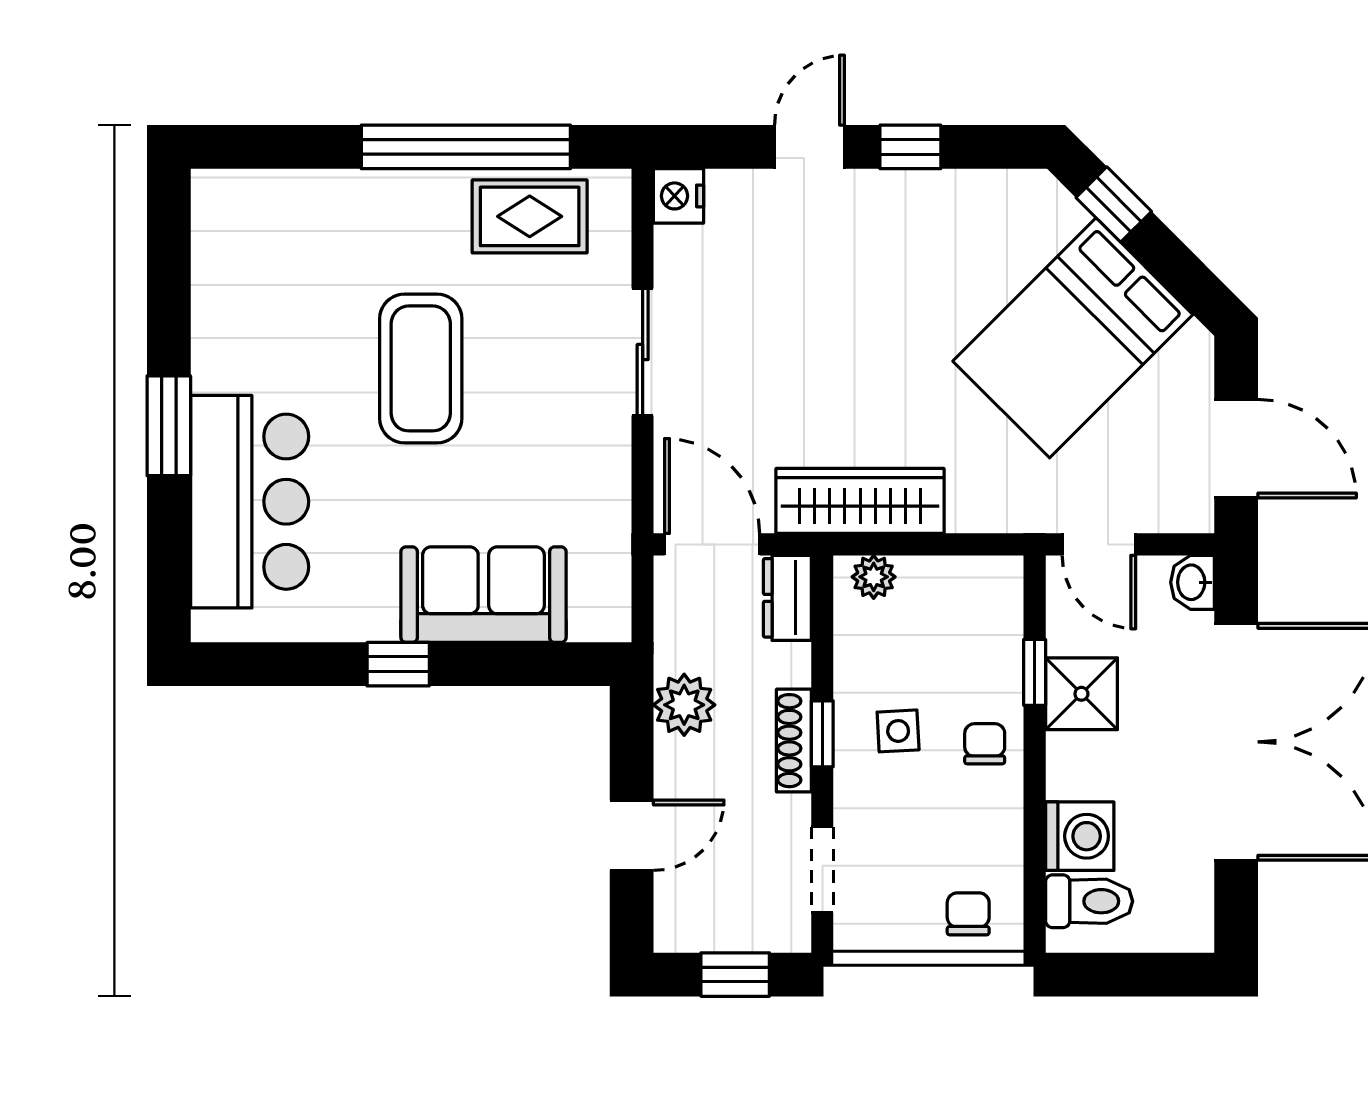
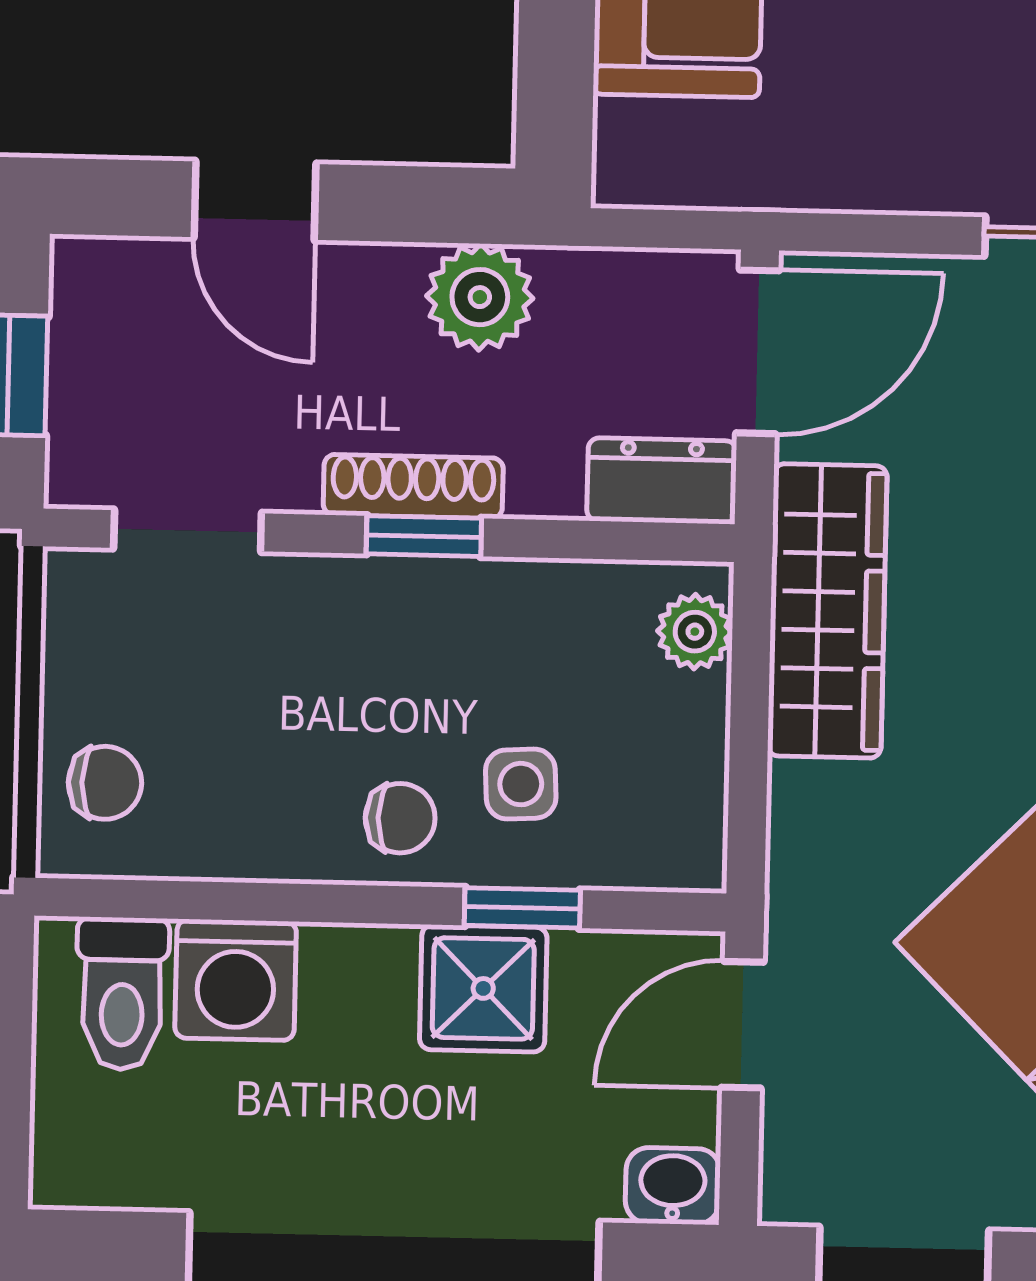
side table: (898, 731) -> (521, 784), moved

